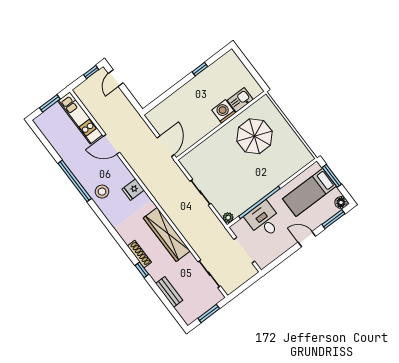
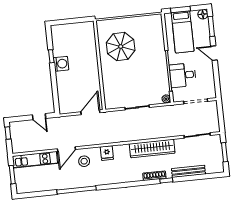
door: (116, 78) -> (39, 117), moved
kitchen sink: (240, 100) -> (90, 41), removed
washing machine: (224, 111) -> (61, 64), moved, turned 180
door: (166, 146) -> (90, 112), hinge flipped
stool: (102, 192) -> (84, 161), moved
door: (307, 239) -> (214, 53), hinge flipped
bench: (169, 292) -> (188, 171), width x1.36

